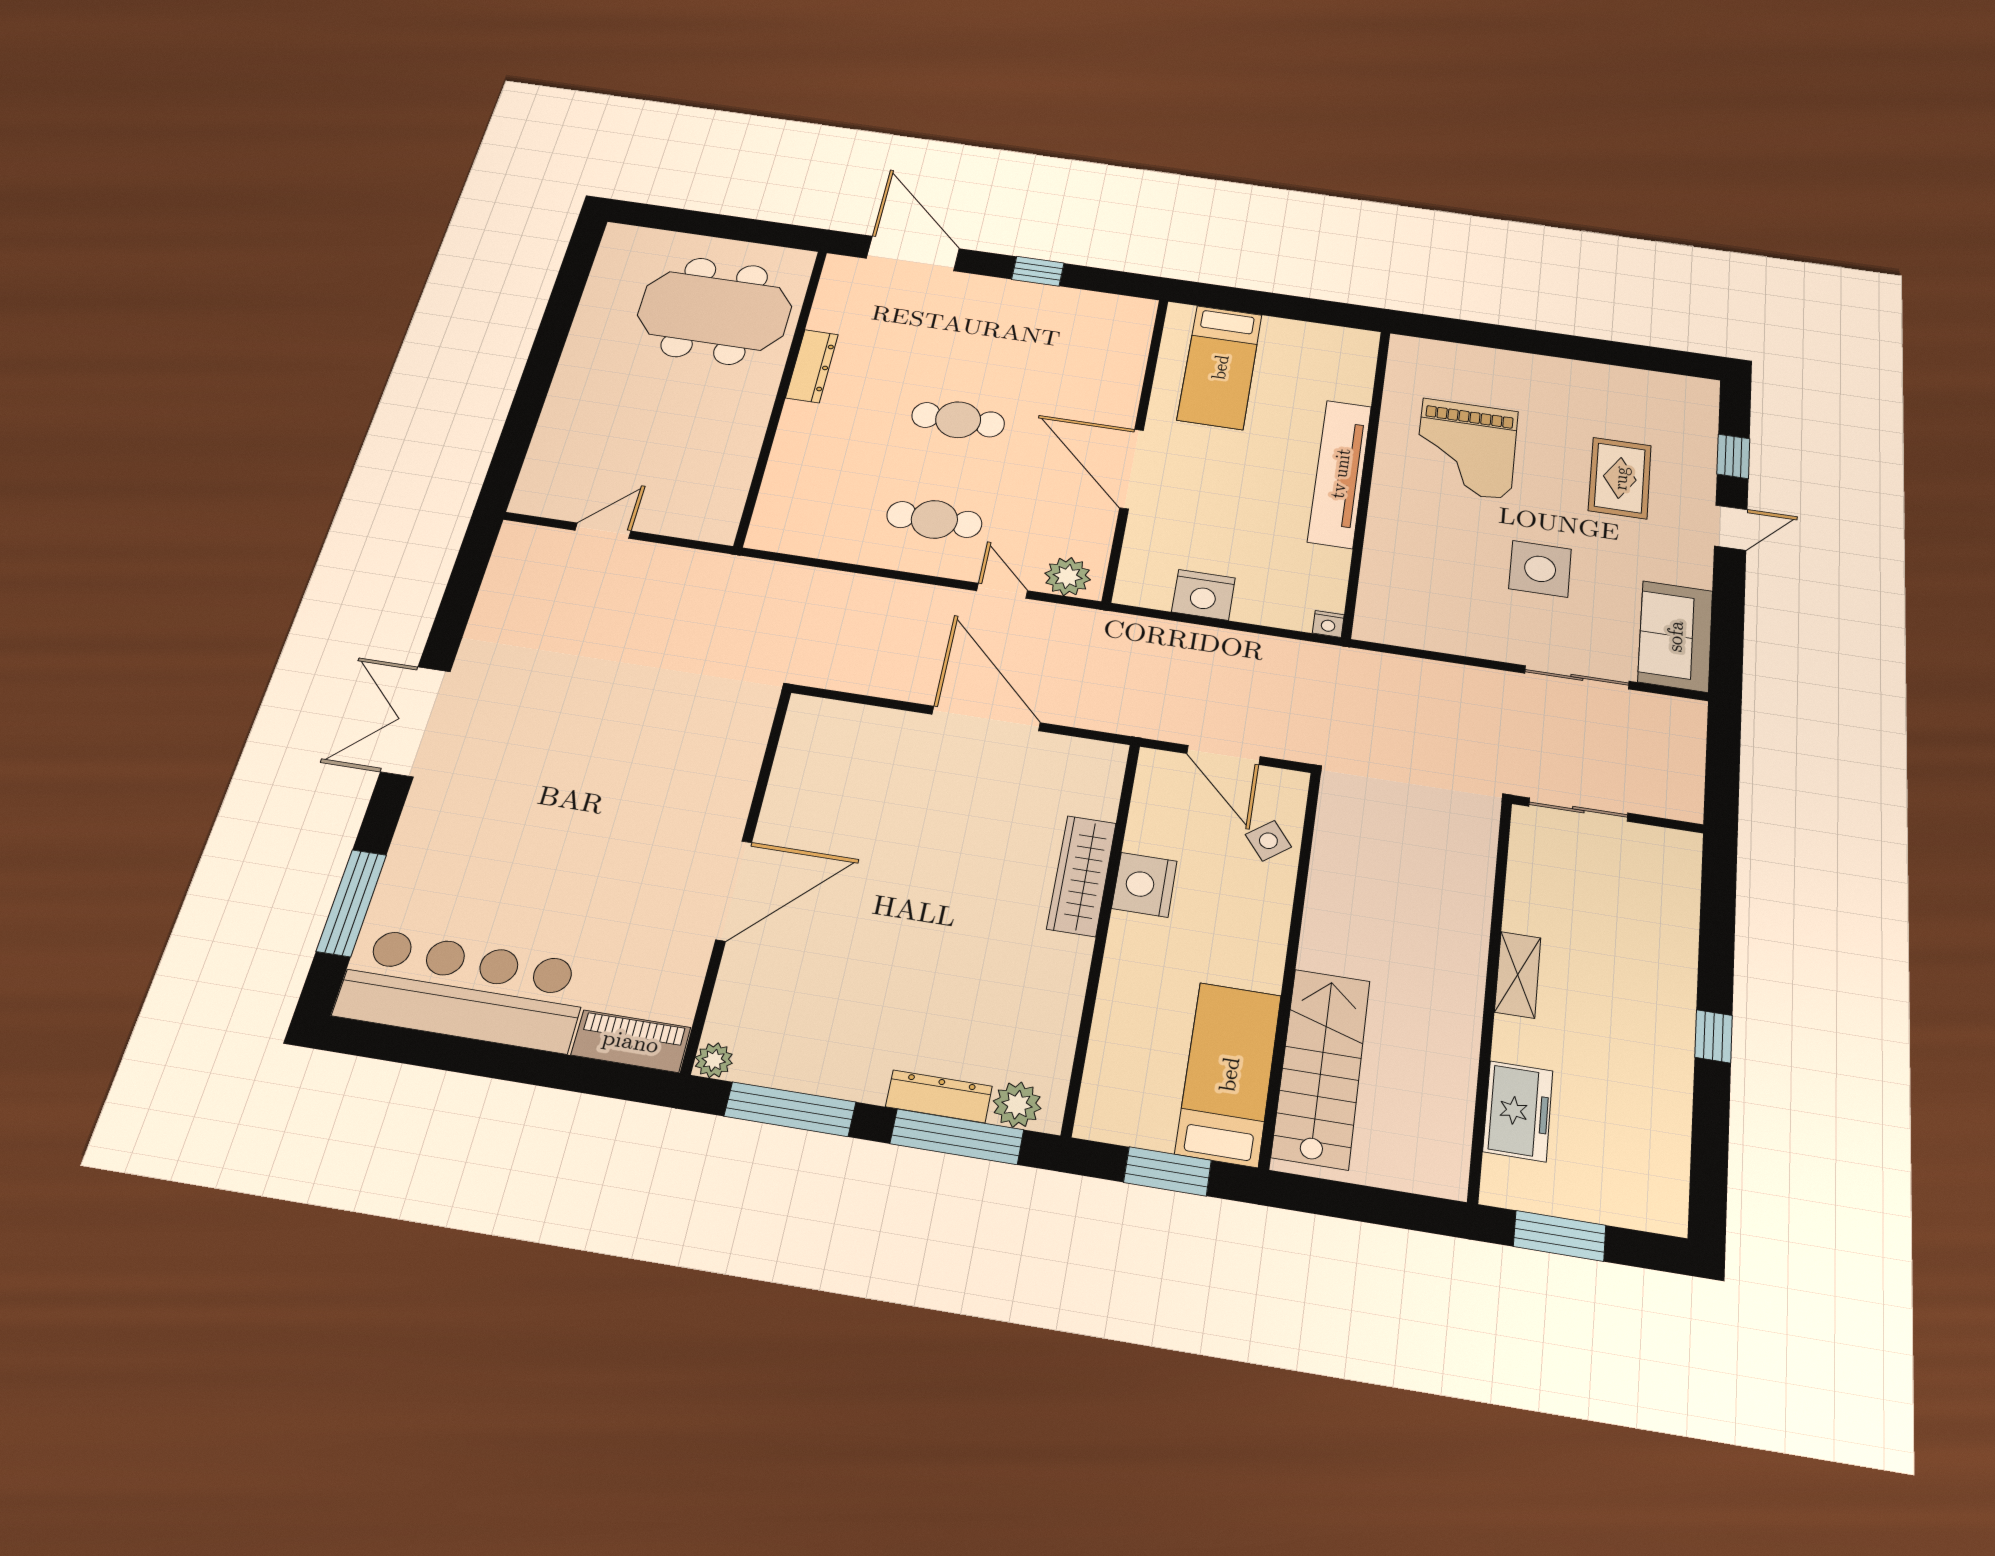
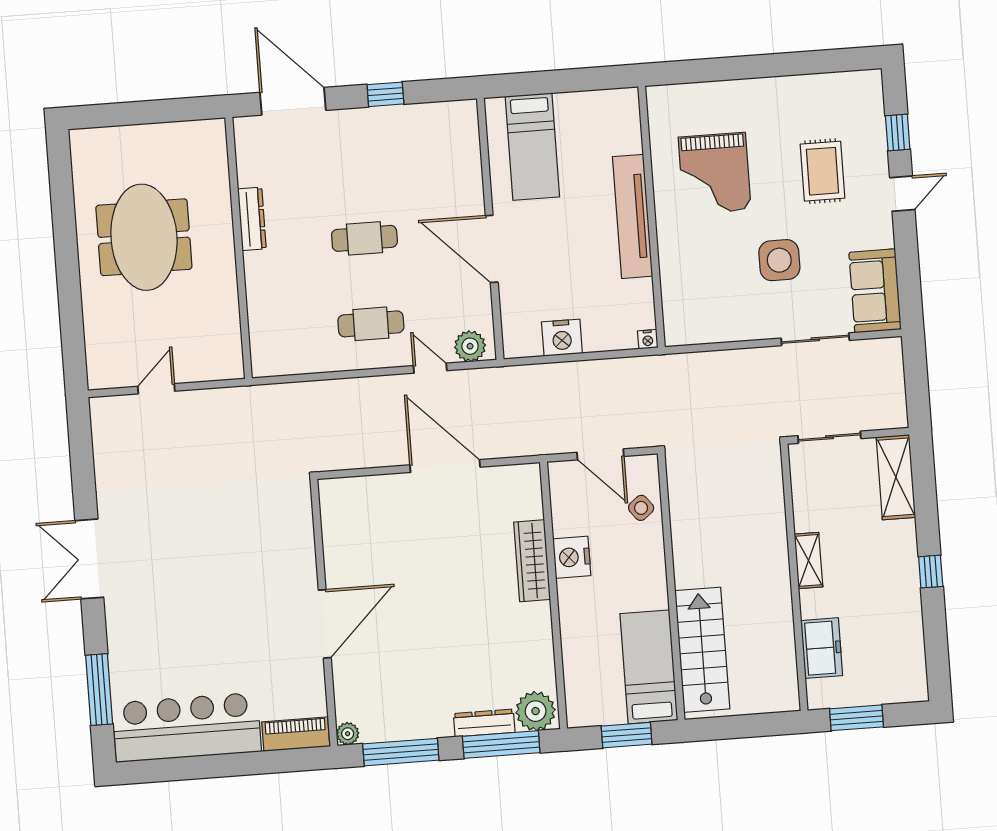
meeting table: (715, 311) -> (144, 237), moved, turned 90
shelving: (1674, 888) -> (896, 477), added
plant: (1017, 1105) -> (536, 711), width x1.36, depth x1.36

